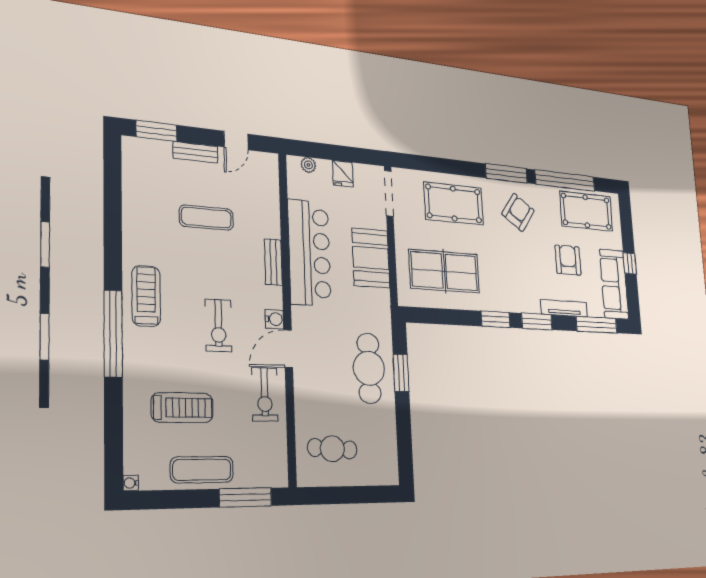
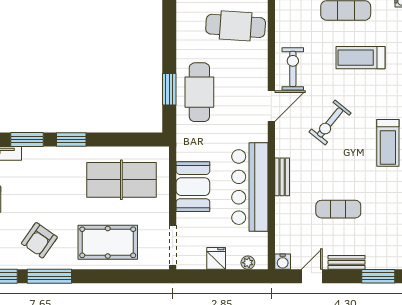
water cooler: (274, 319) -> (283, 262), moved, turned -90
exercise bike: (218, 326) -> (330, 122), turned -141
cafe table: (332, 449) -> (236, 26), width x1.37, depth x1.35

